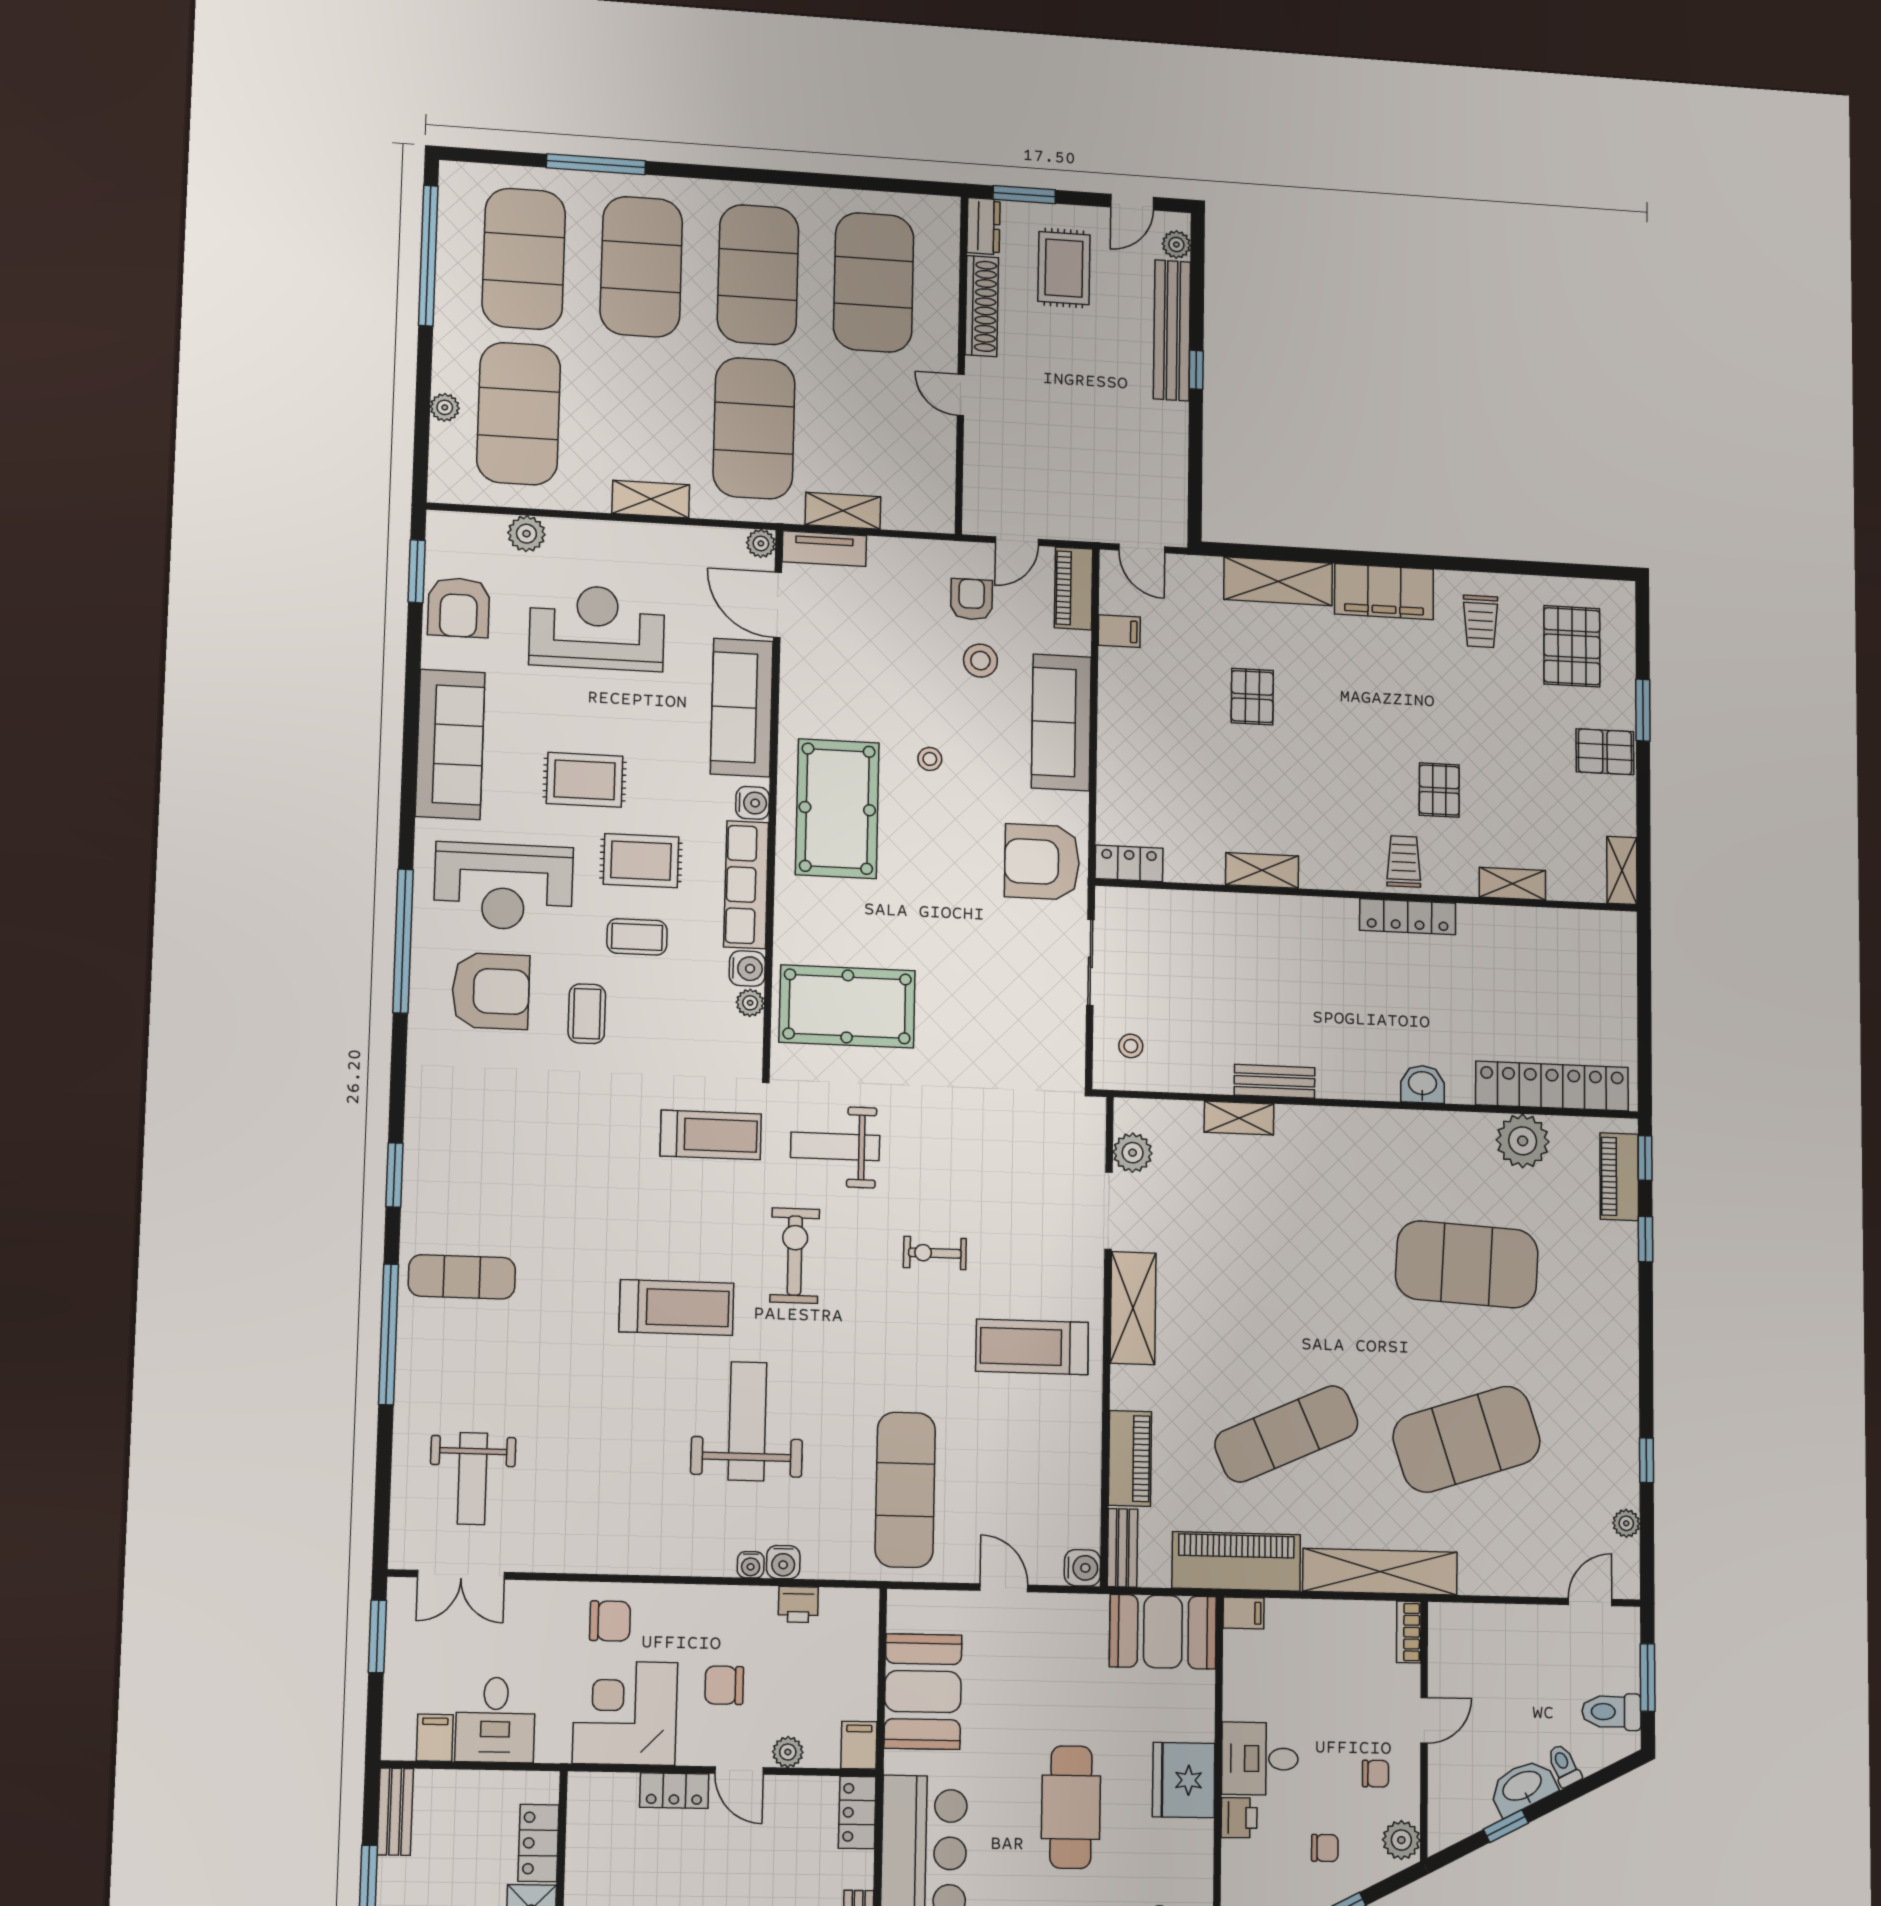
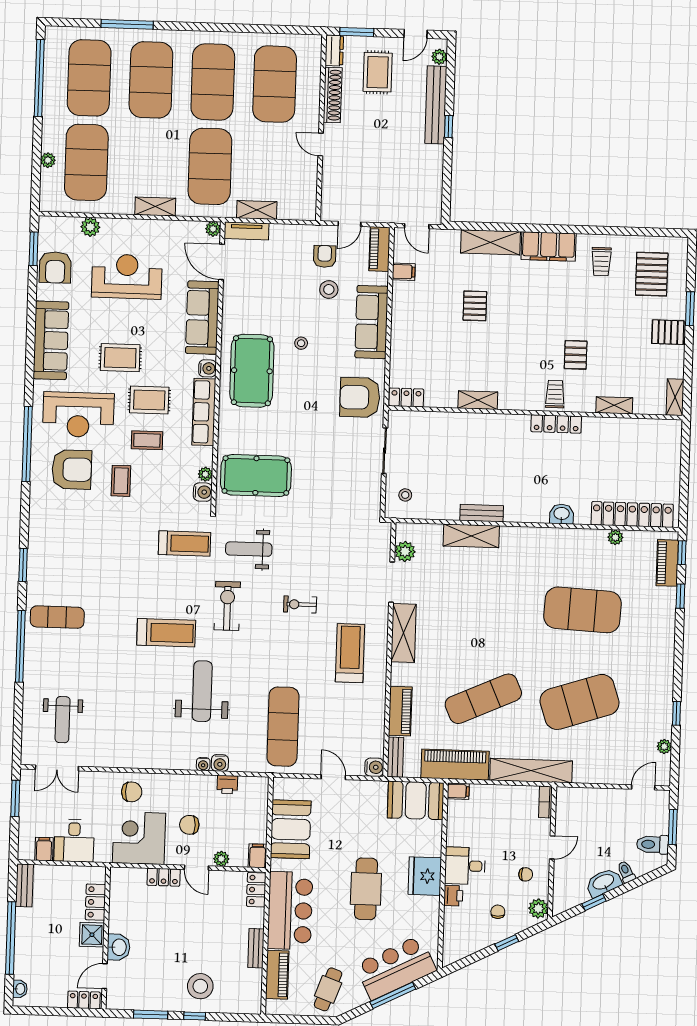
water cooler: (747, 968) -> (203, 492), moved
shelving: (1239, 1118) -> (471, 536), width x1.50, depth x1.33
plant: (1523, 1141) -> (615, 537), width x0.53, depth x0.53
treadmill: (1032, 1347) -> (350, 653), turned 90
chair: (1325, 1848) -> (498, 912), turned -90

